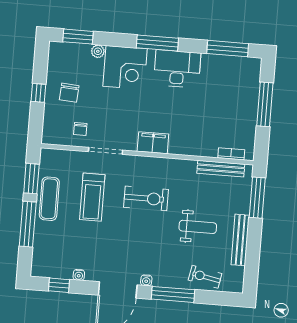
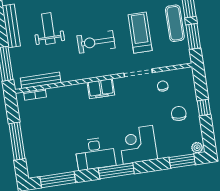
plant: (98, 51) -> (197, 148), moved
weight bench: (198, 227) -> (48, 28), turned 90

